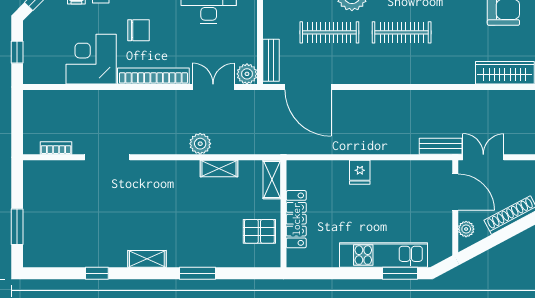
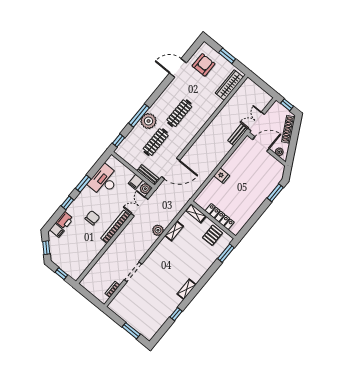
filing cabinet: (245, 51) -> (136, 182), added
corner desk: (91, 59) -> (88, 246), removed
kitchen unit: (383, 255) -> (263, 193), removed
window: (197, 273) -> (226, 253), moved

